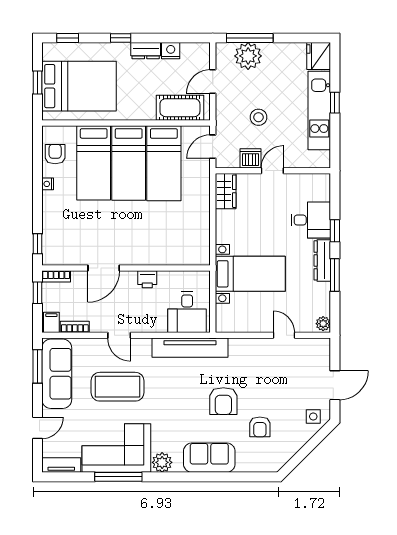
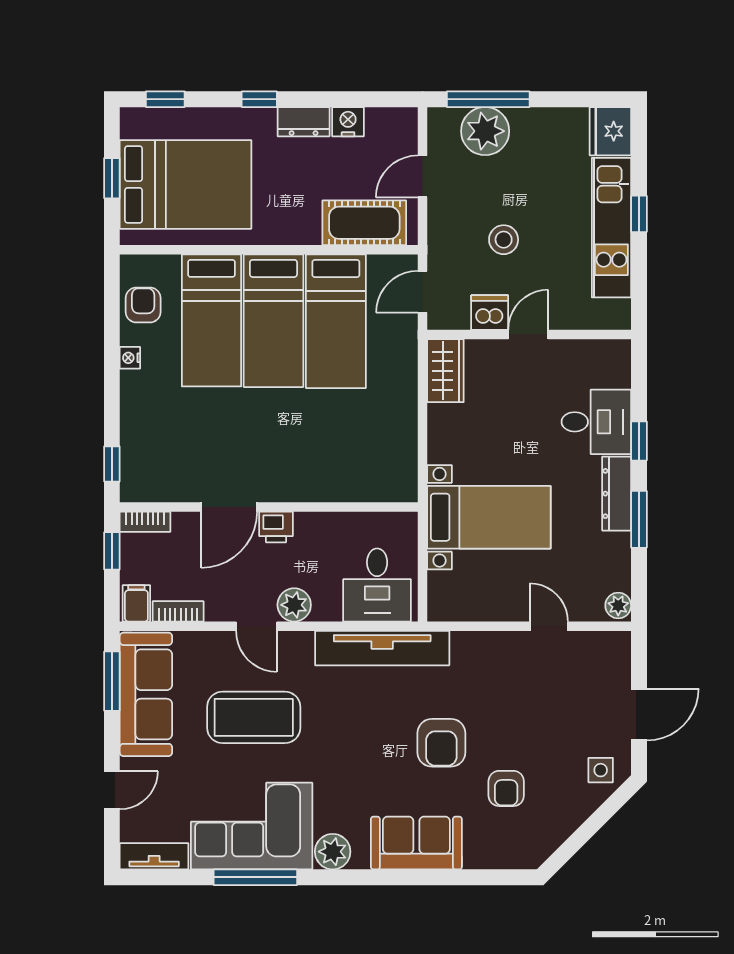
printer: (147, 279) -> (276, 527), moved
plant: (140, 323) -> (294, 605), added

